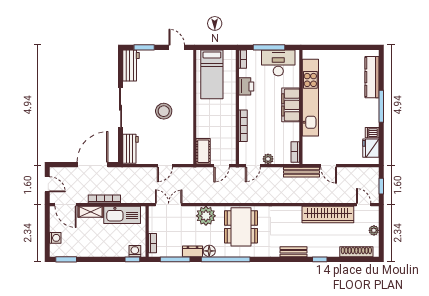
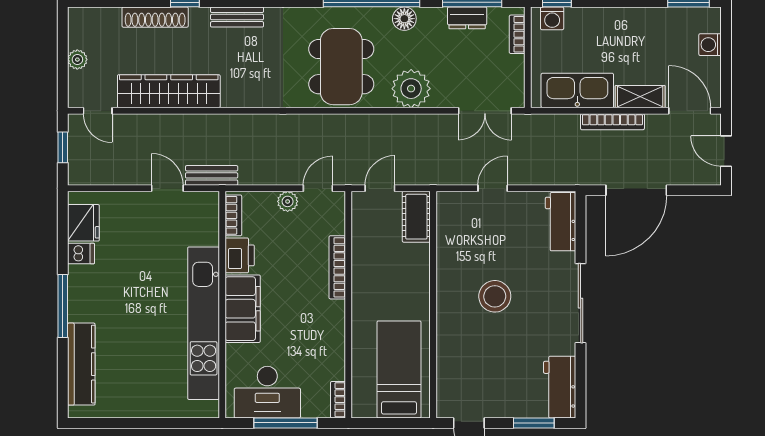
printer: (246, 86) -> (240, 255), moved, turned 180
bench: (302, 172) -> (212, 175), width x0.73
dresser: (193, 251) -> (467, 18), moved
shoe rack: (356, 252) -> (155, 17), moved

